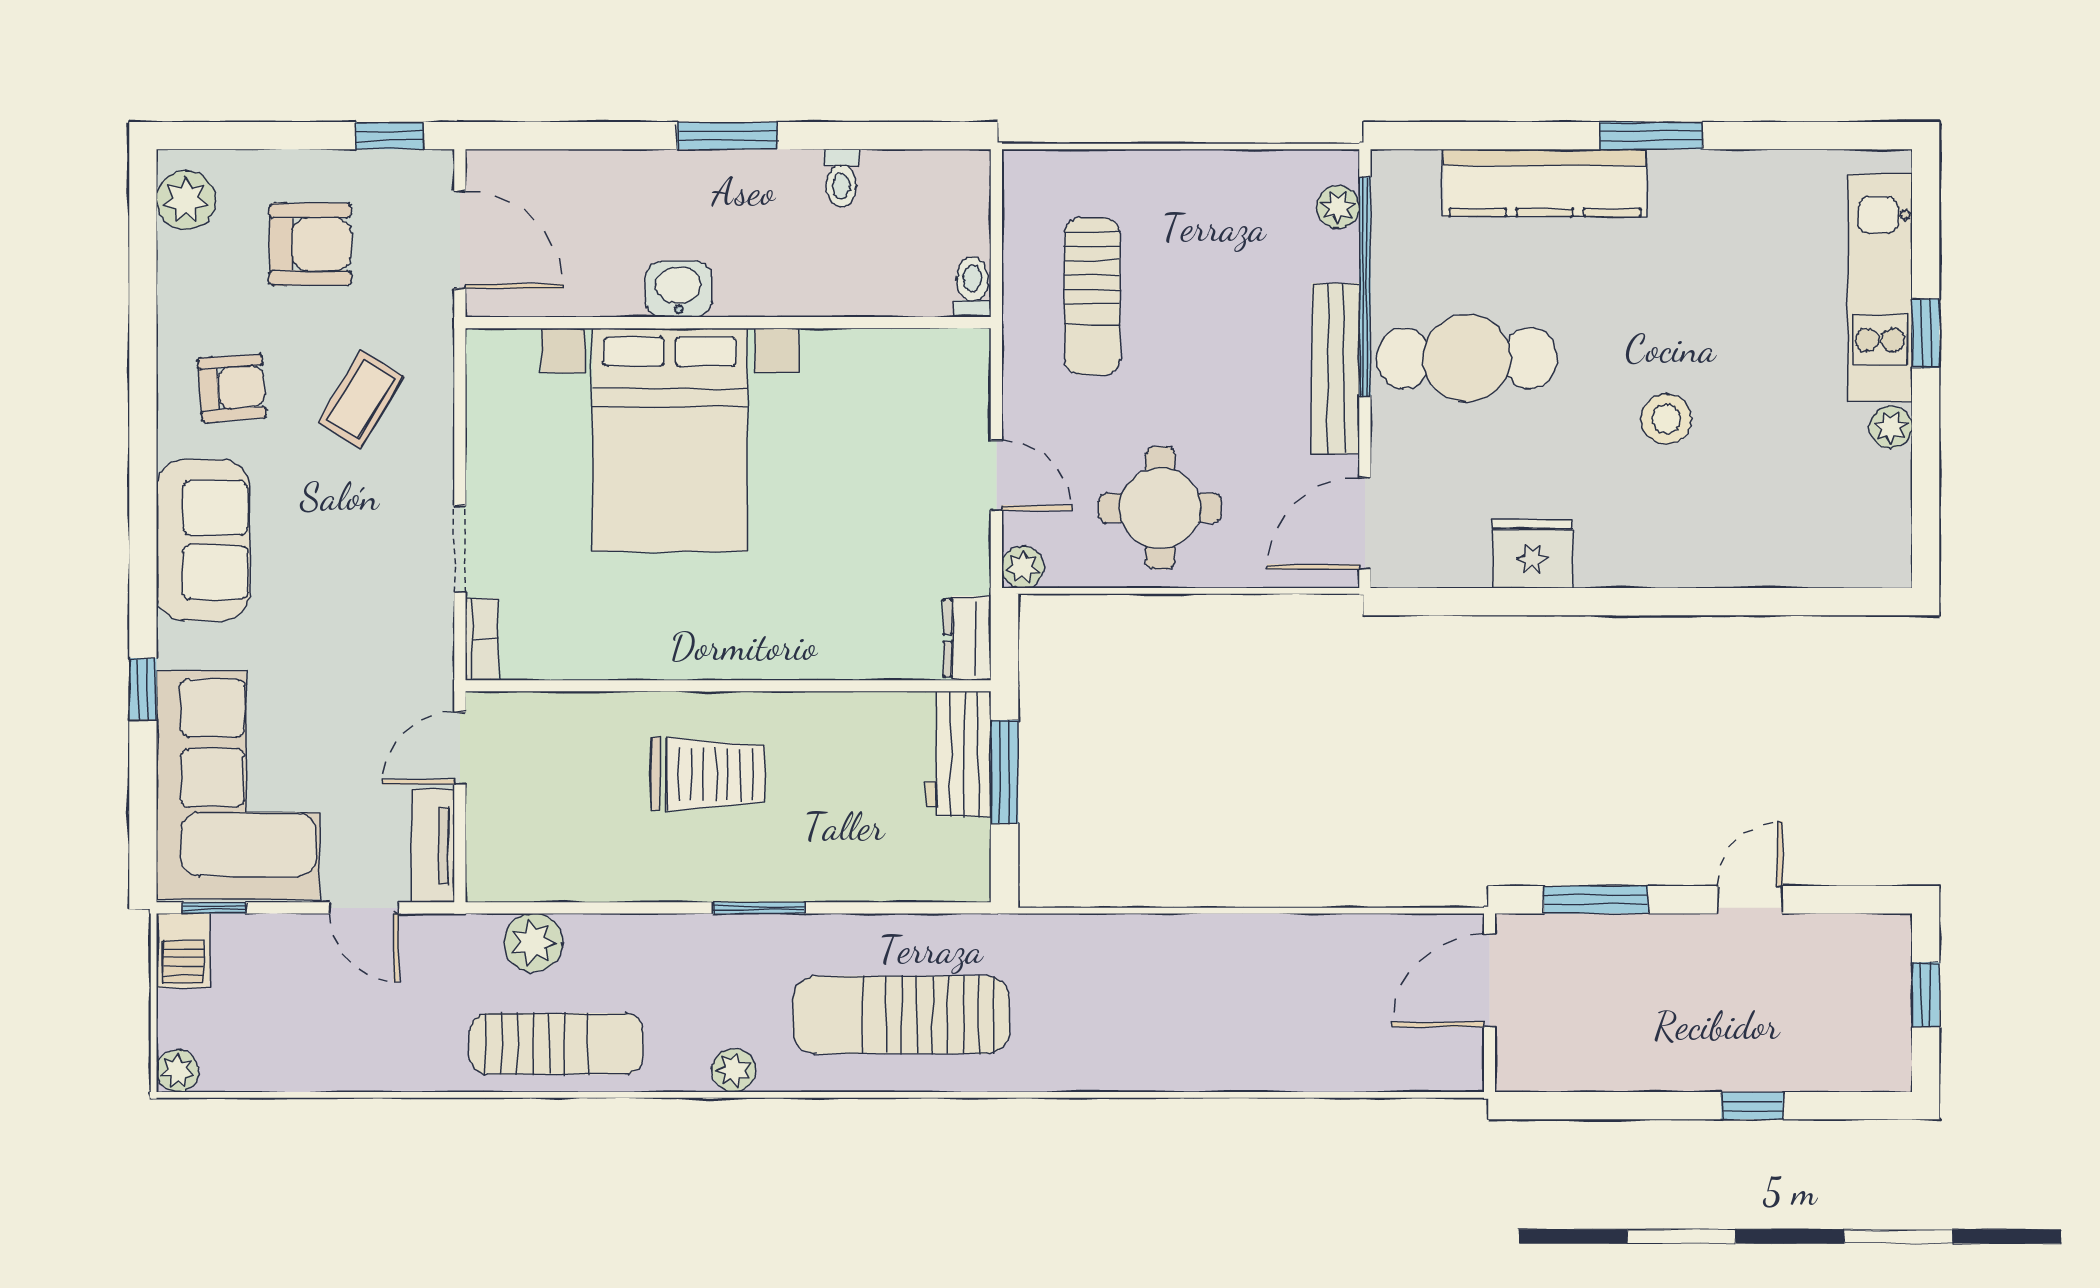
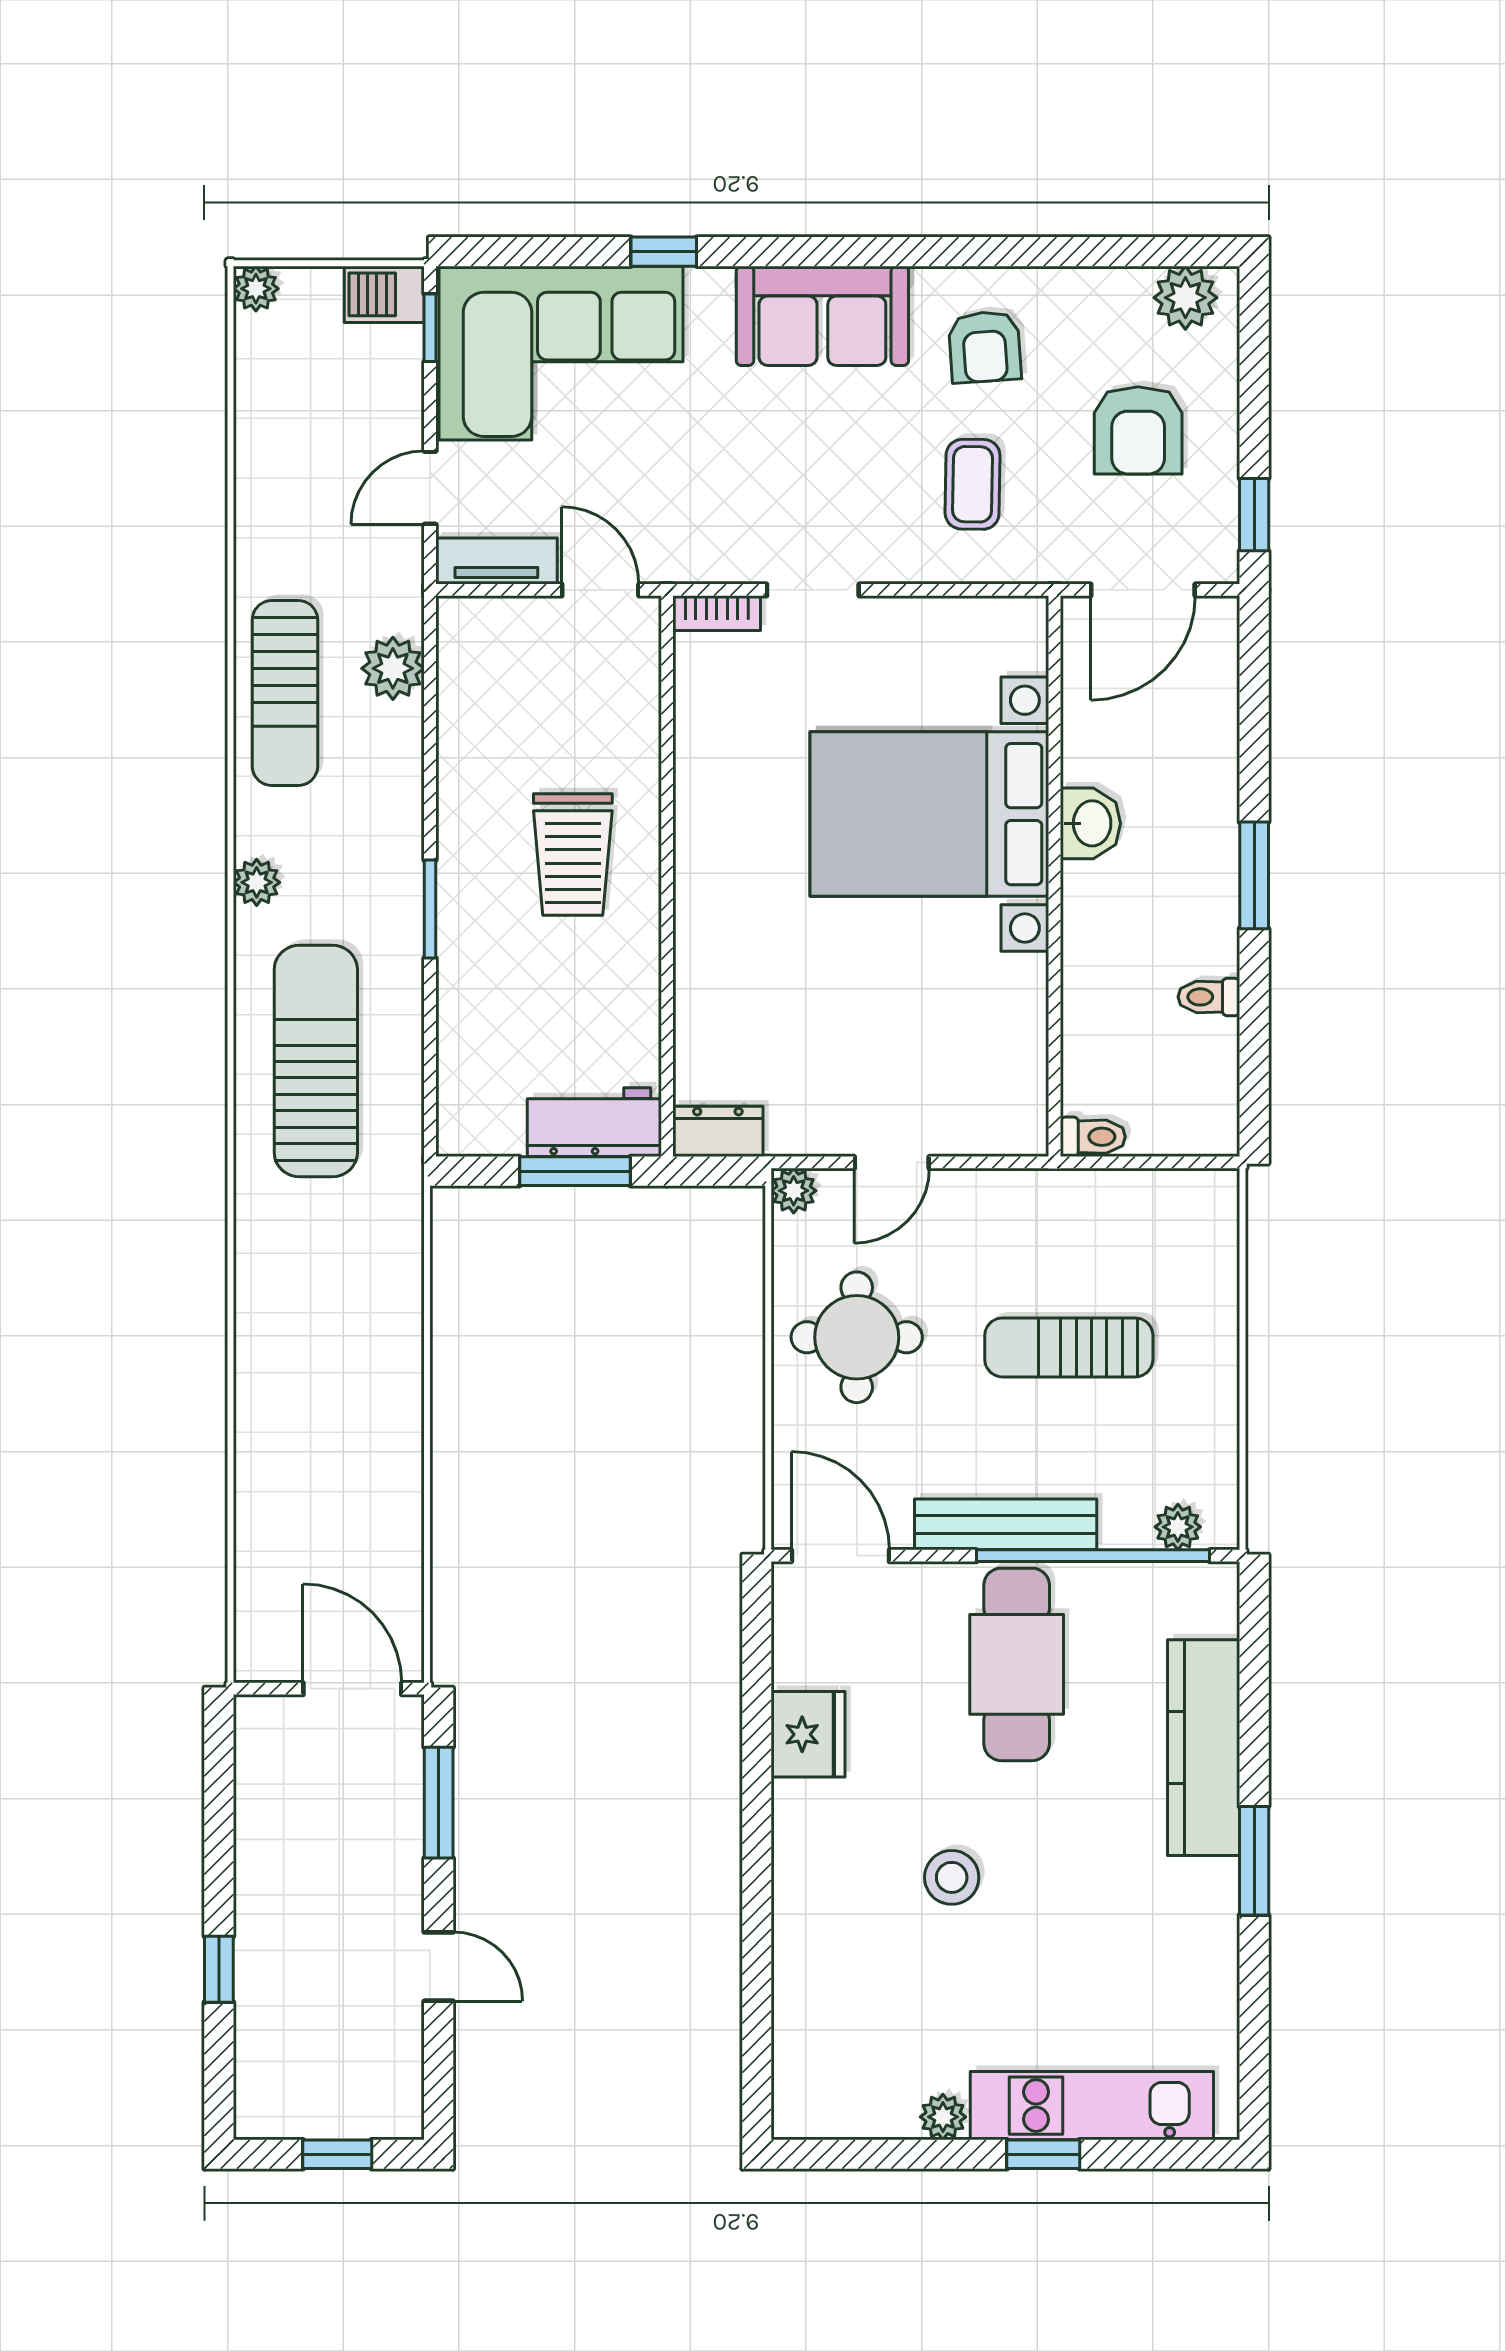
sun lounger: (1092, 296) -> (1069, 1347), moved
coffee table: (361, 399) -> (973, 484), turned 60

